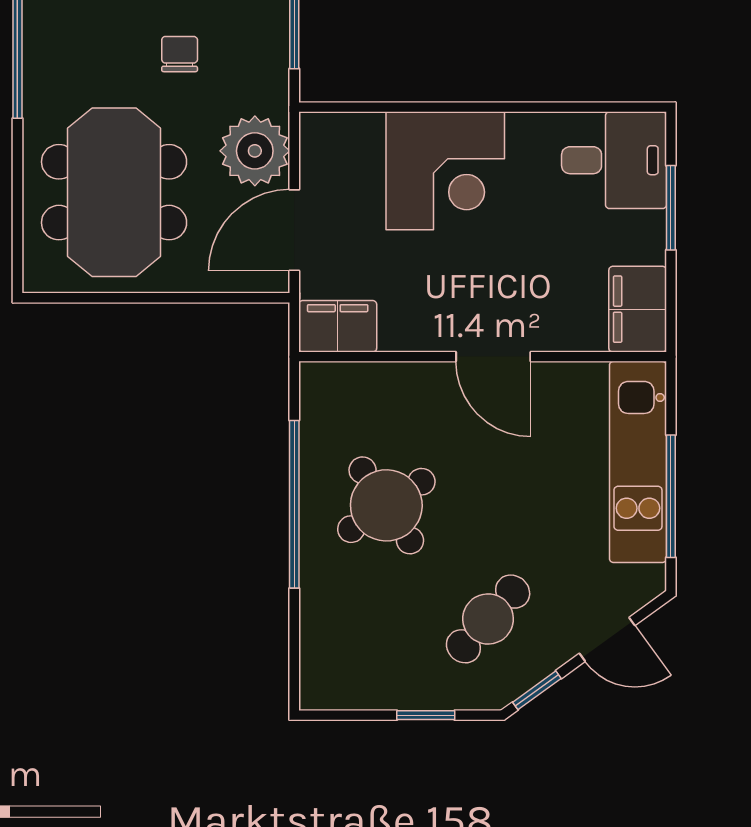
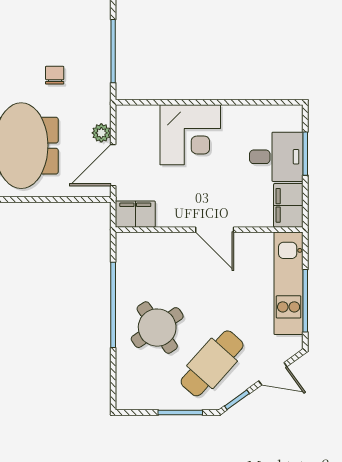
plant: (255, 151) -> (101, 133), width x0.53, depth x0.53
desk: (614, 160) -> (276, 157), moved
round table: (386, 505) -> (157, 328), moved
cafe table: (488, 619) -> (212, 363), width x1.37, depth x1.35
window: (426, 715) -> (180, 412), width x1.50

